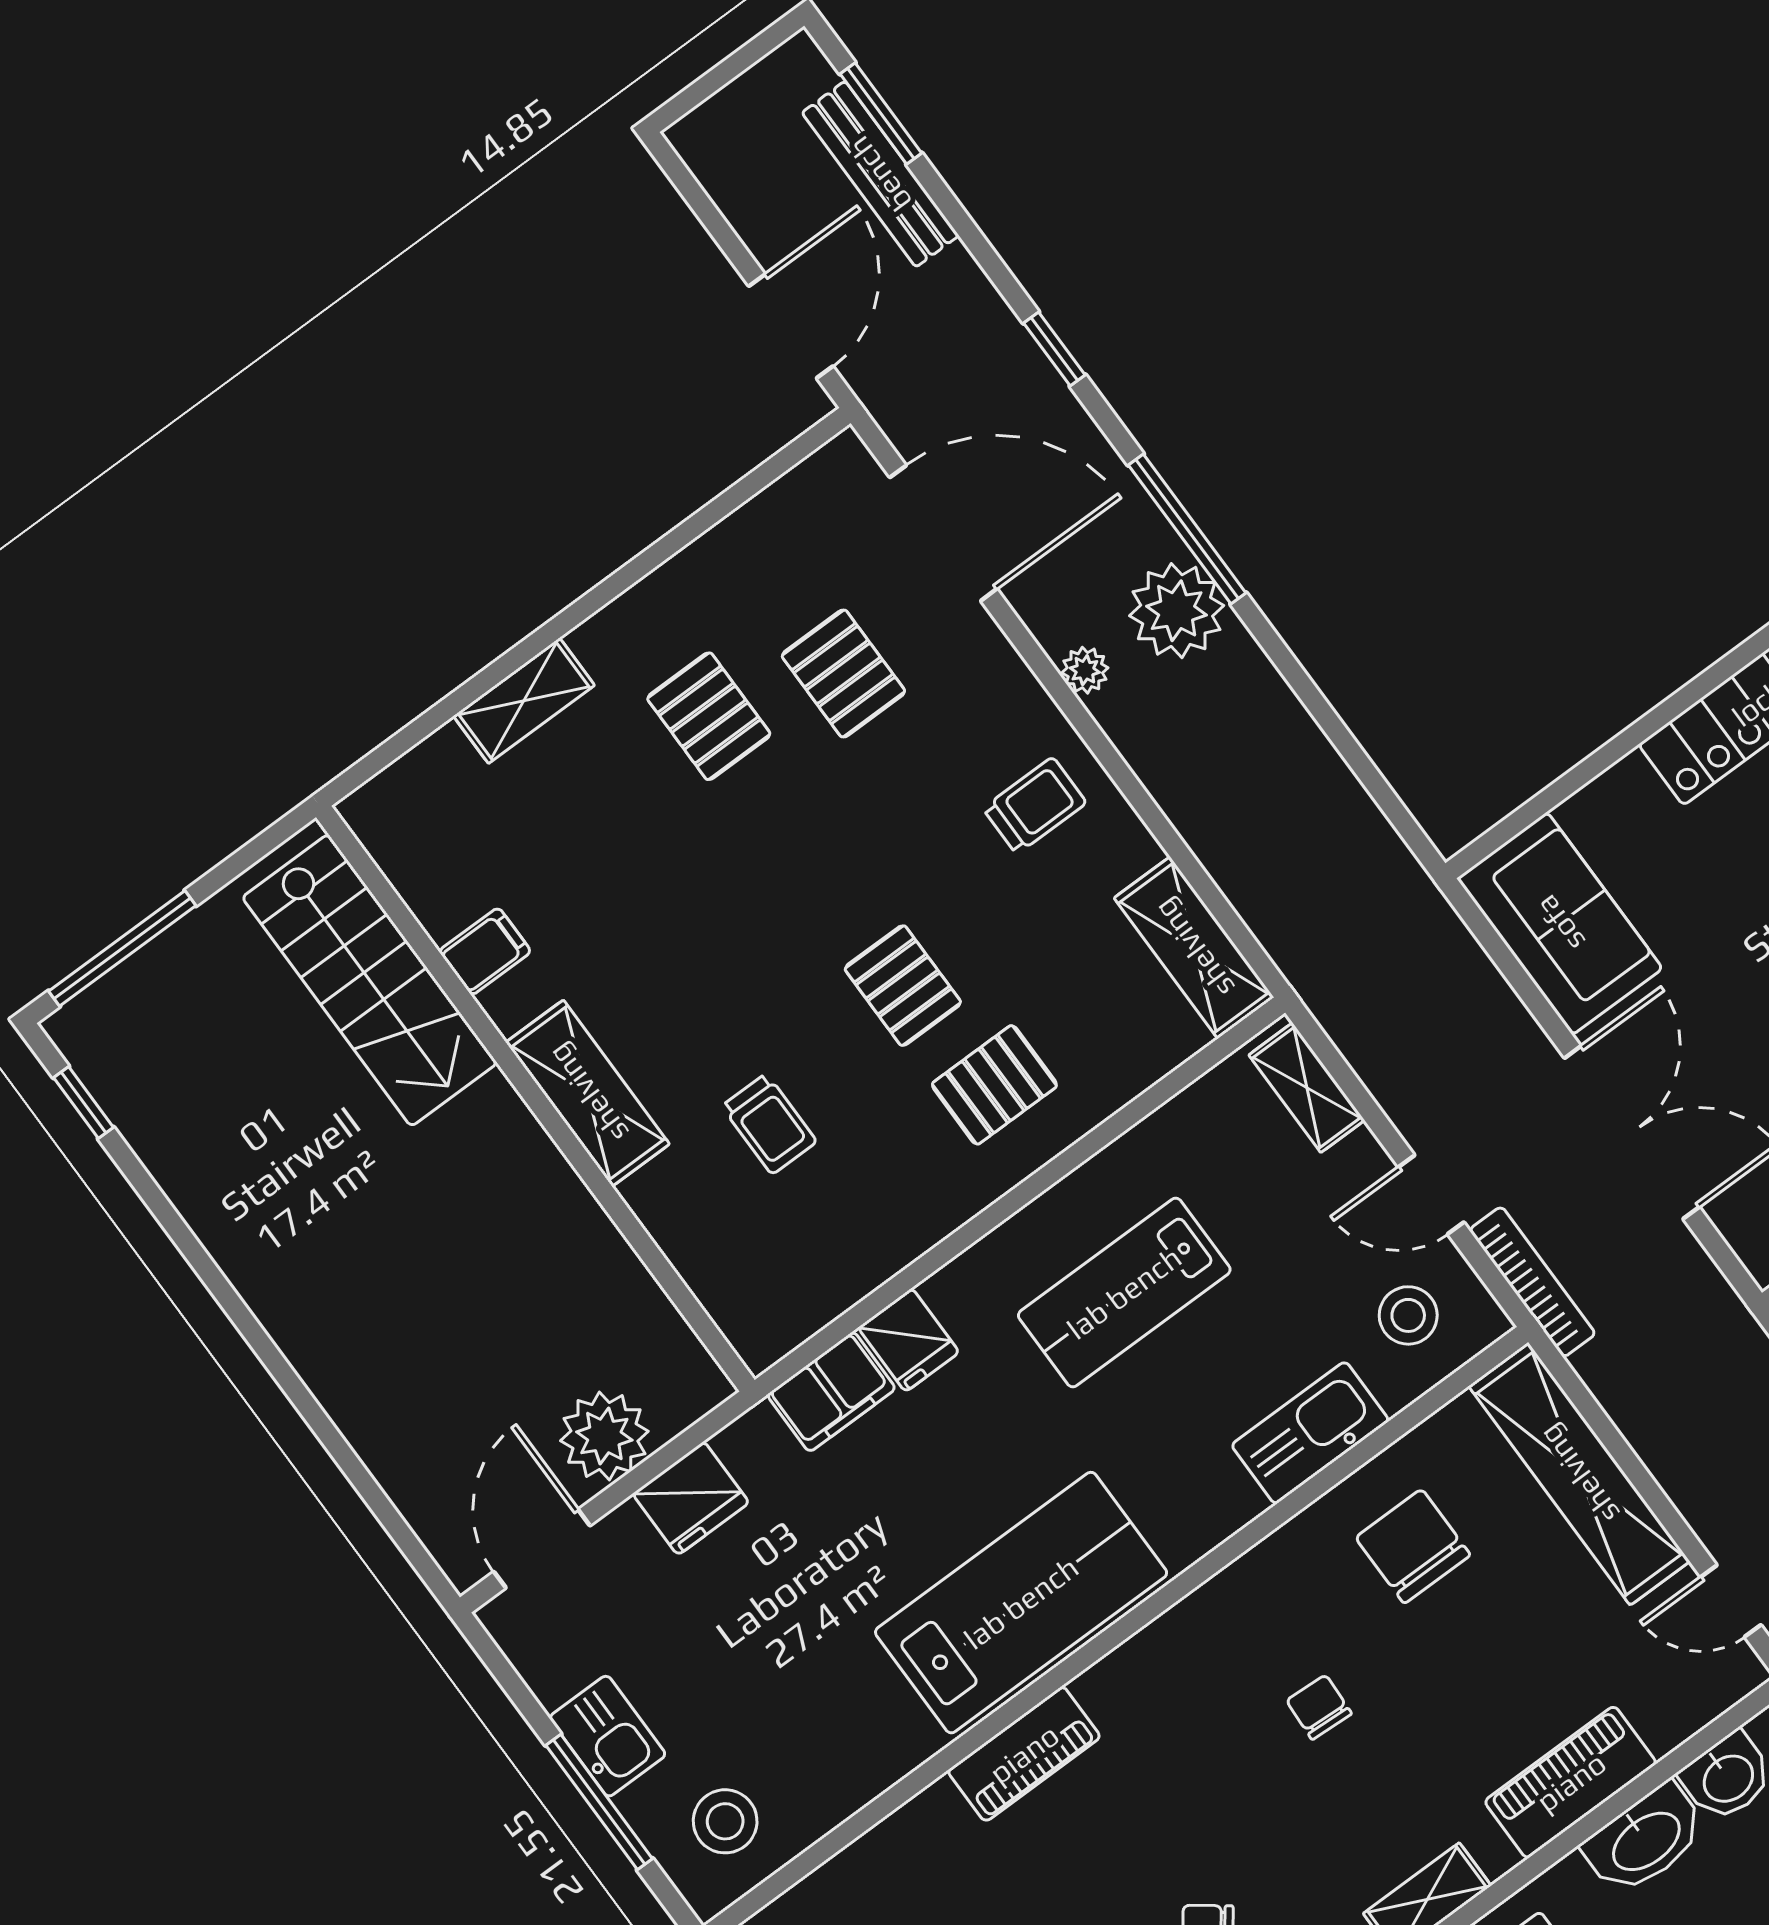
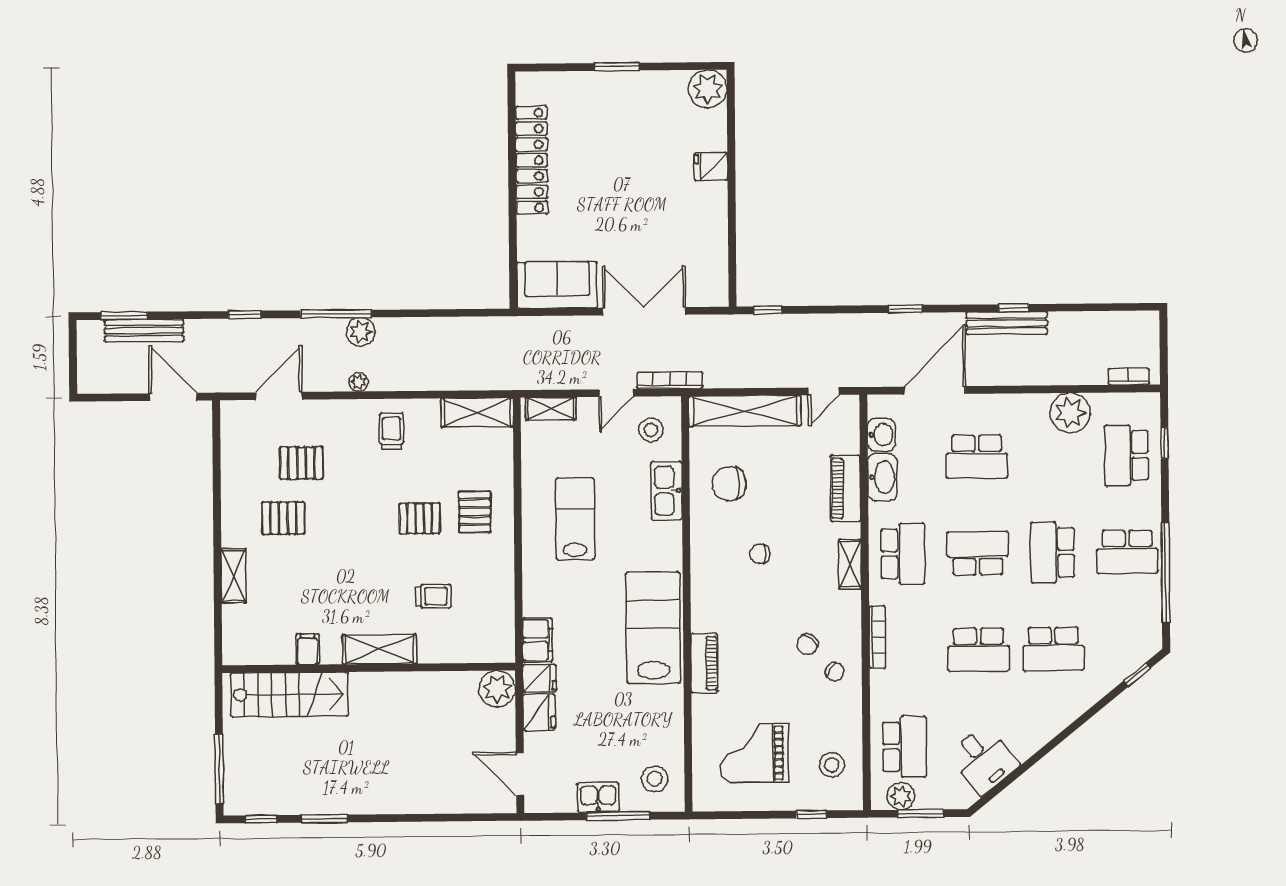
door: (943, 533) -> (279, 396), width x0.73
plant: (1177, 611) -> (361, 332), width x0.73, depth x0.73
window: (175, 1226) -> (324, 819), added
lab bench: (1124, 1293) -> (575, 519), turned 180
fridge: (909, 1340) -> (540, 678), moved
plant: (604, 1436) -> (497, 689), moved

